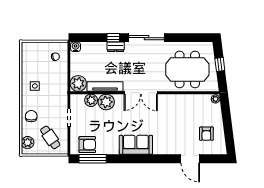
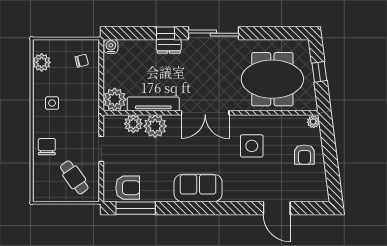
side table: (173, 116) -> (252, 146), added
armchair: (206, 134) -> (304, 155), moved
plant: (28, 143) -> (42, 62), moved

